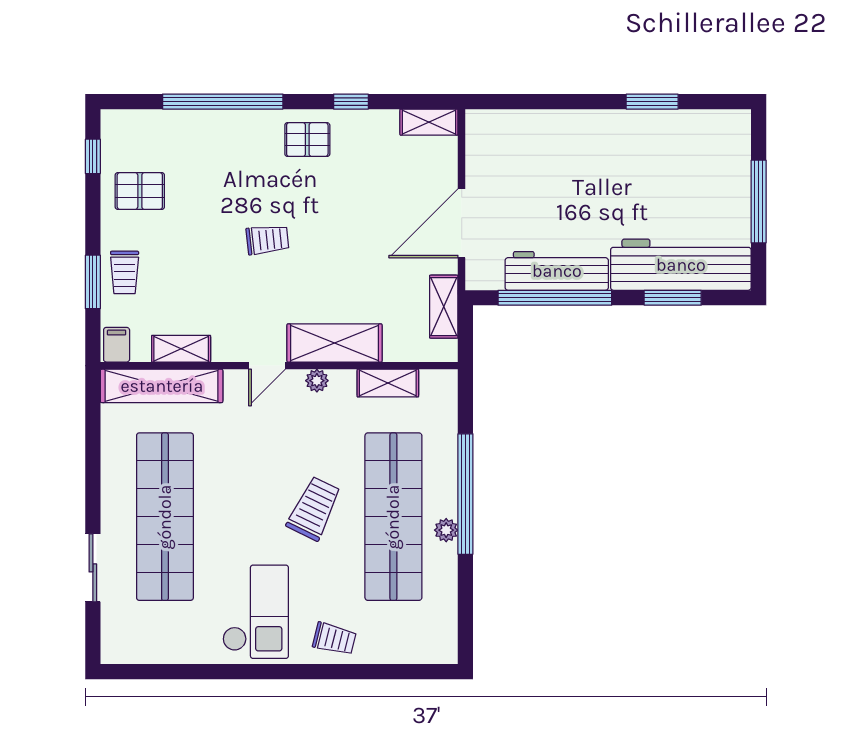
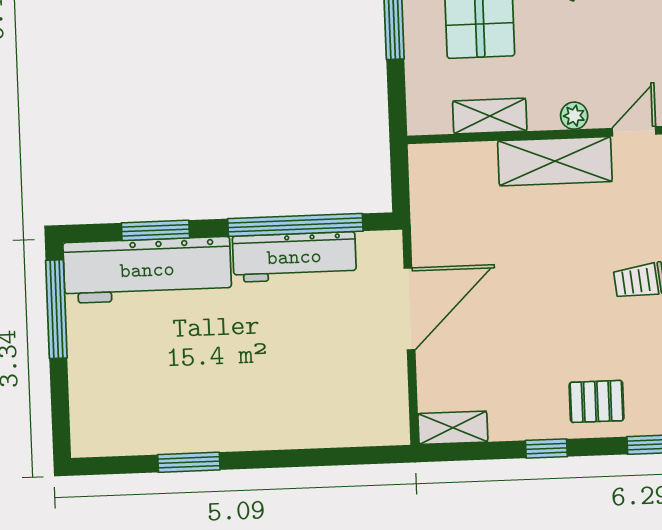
window: (759, 202) -> (56, 309), moved
shelving: (444, 307) -> (427, 209), removed

